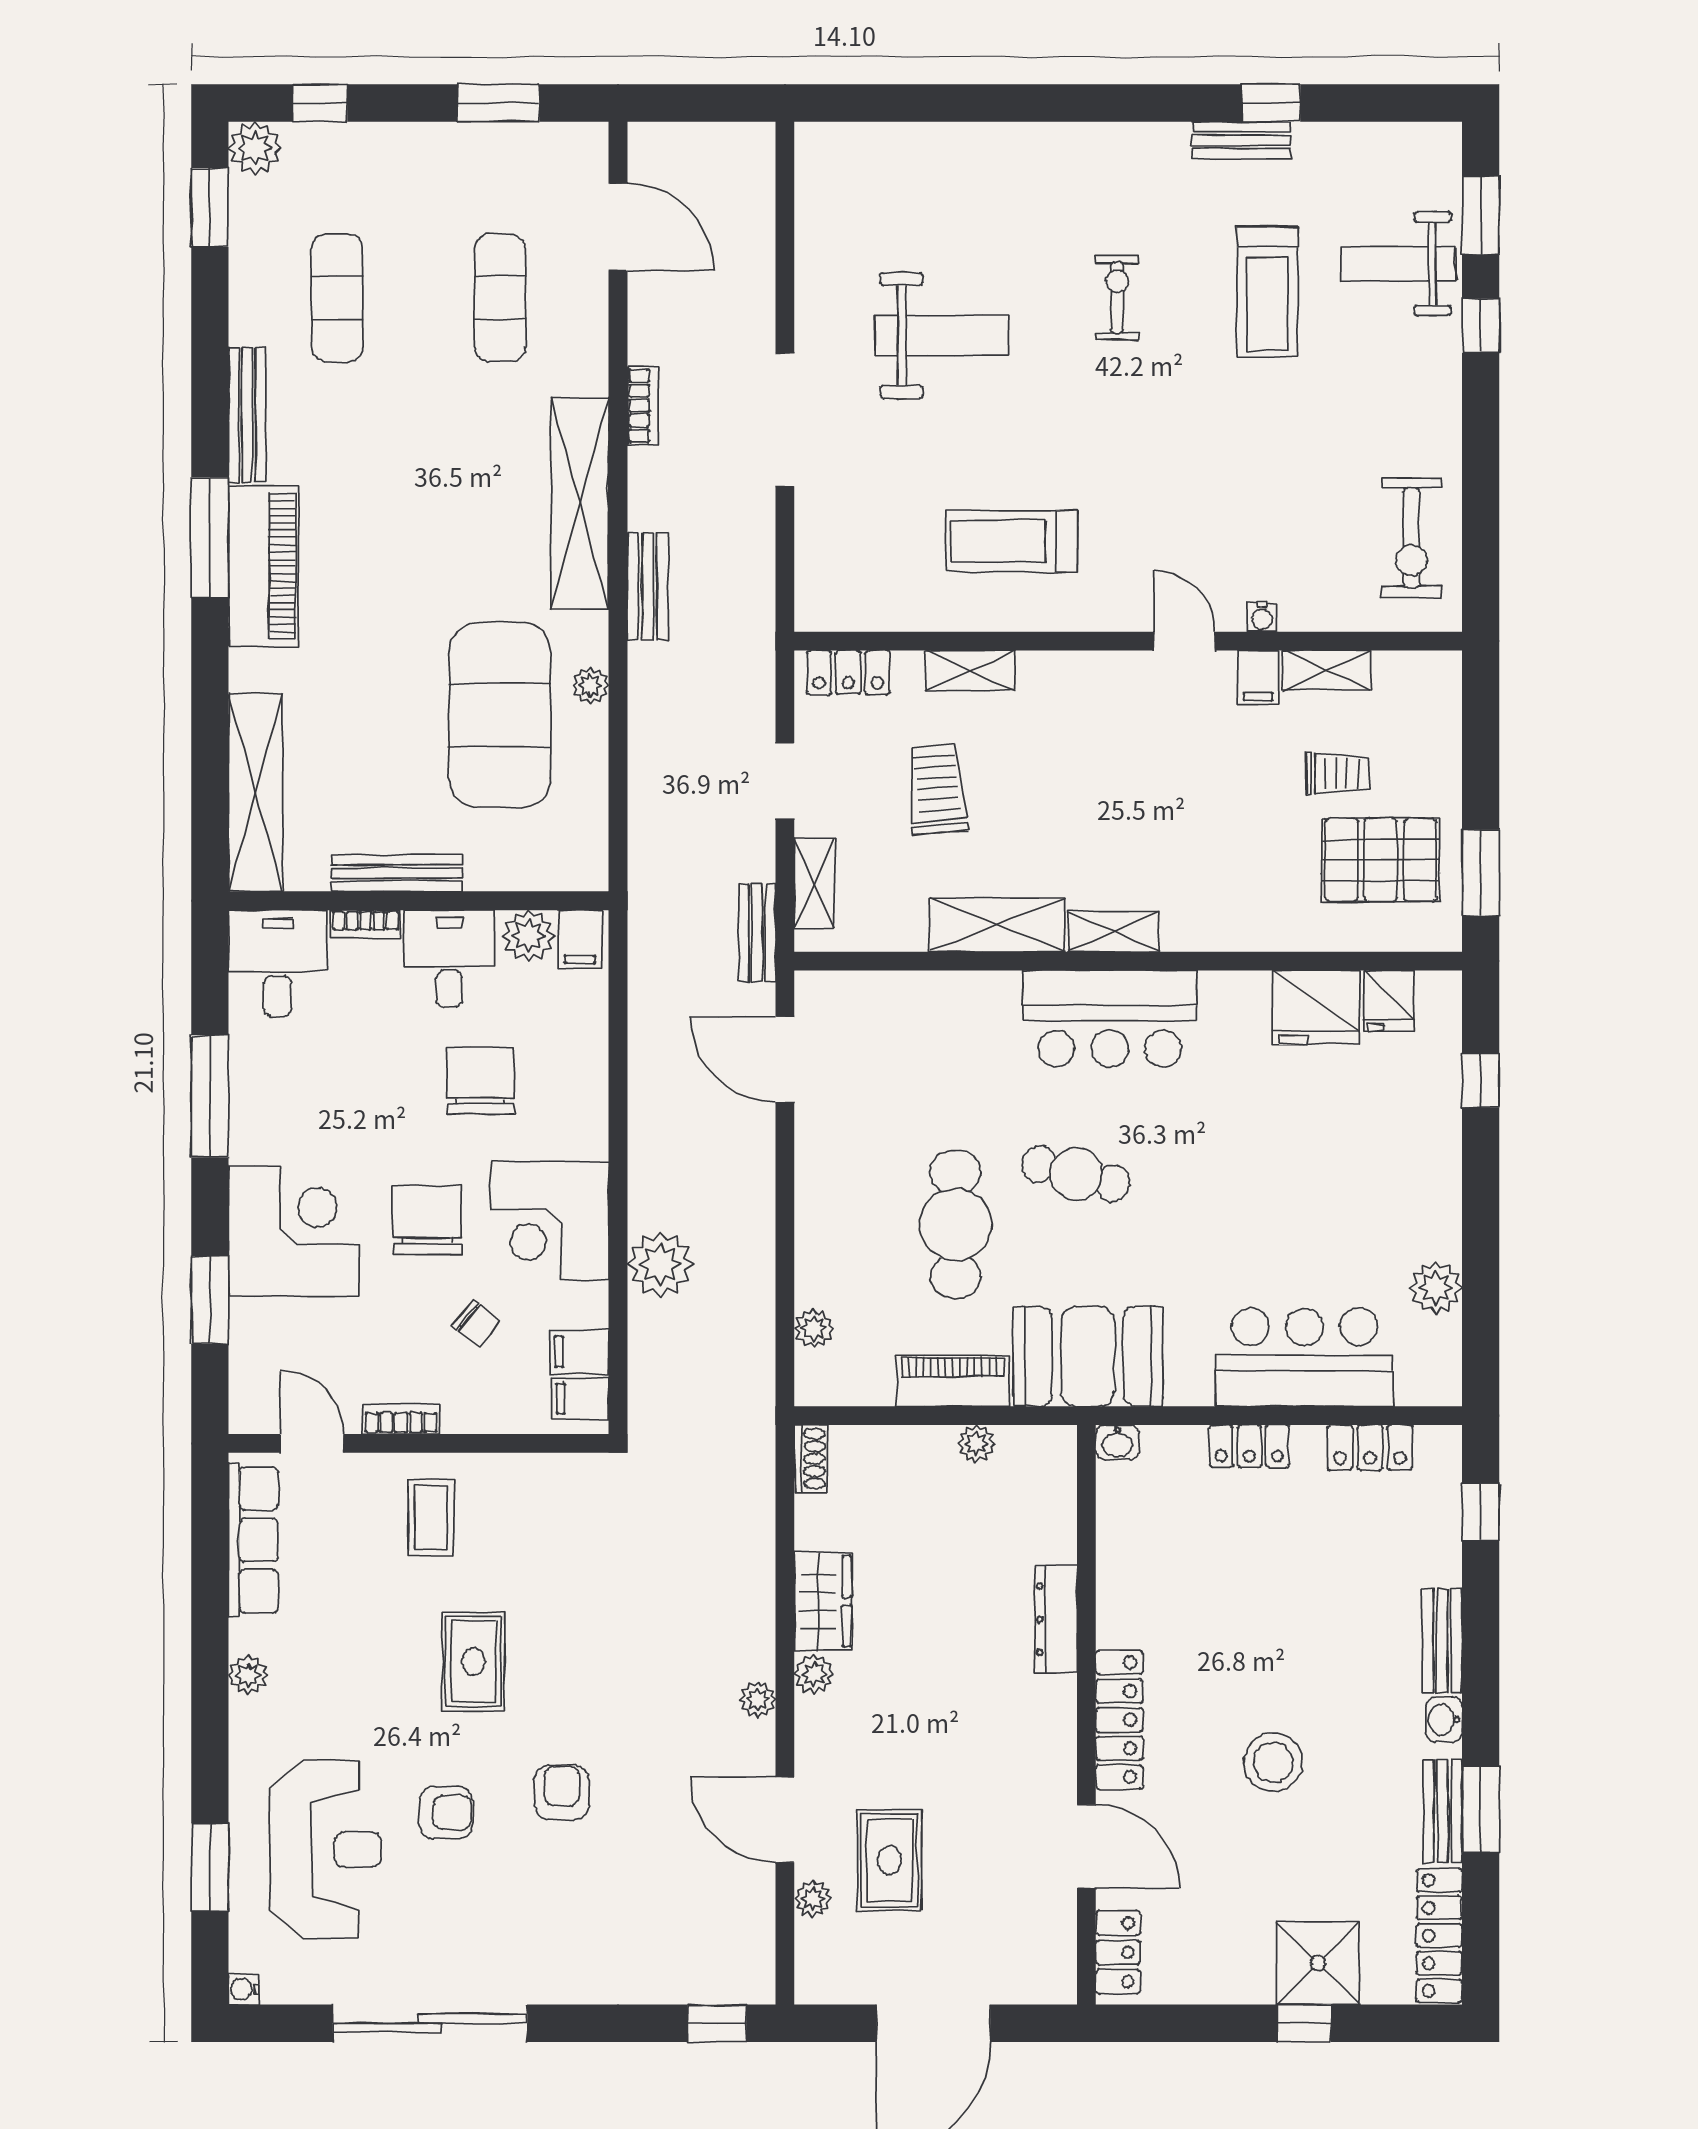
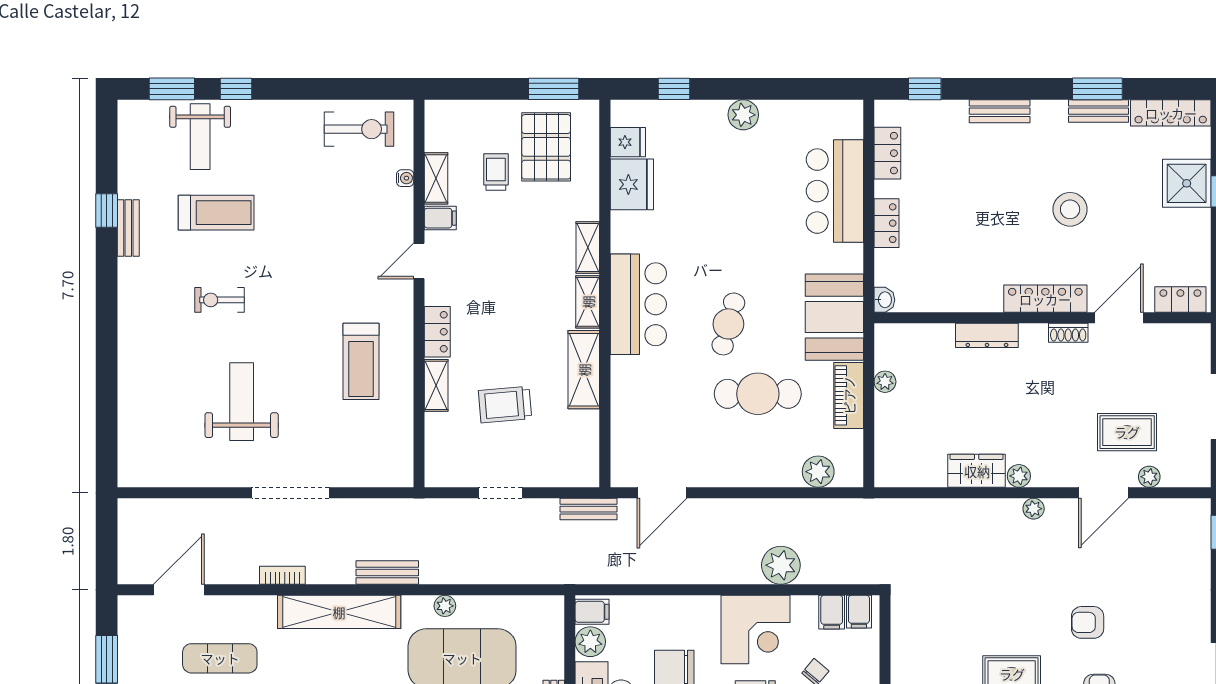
water cooler: (1262, 617) -> (405, 178), moved
locker: (848, 672) -> (437, 332), moved
shelving: (814, 883) -> (588, 247), moved, turned 90
plant: (1436, 1288) -> (743, 115), moved
plant: (814, 1328) -> (818, 472), width x1.38, depth x1.38
shoe rack: (811, 1459) -> (1068, 333), moved, turned 180
washbasin: (1444, 1720) -> (1045, 110), removed

